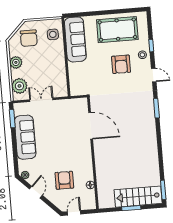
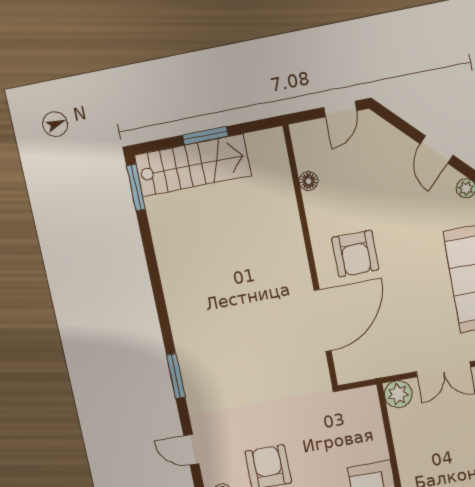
plant: (62, 91) -> (398, 394), added
door: (91, 126) -> (323, 321), swing flipped
armchair: (64, 180) -> (355, 254), moved

